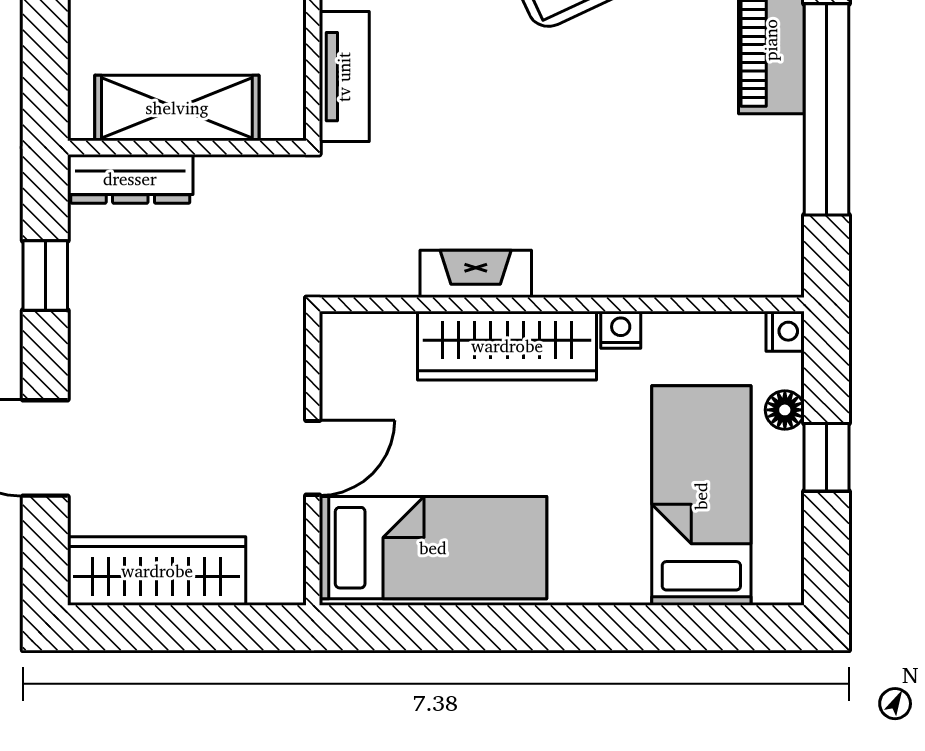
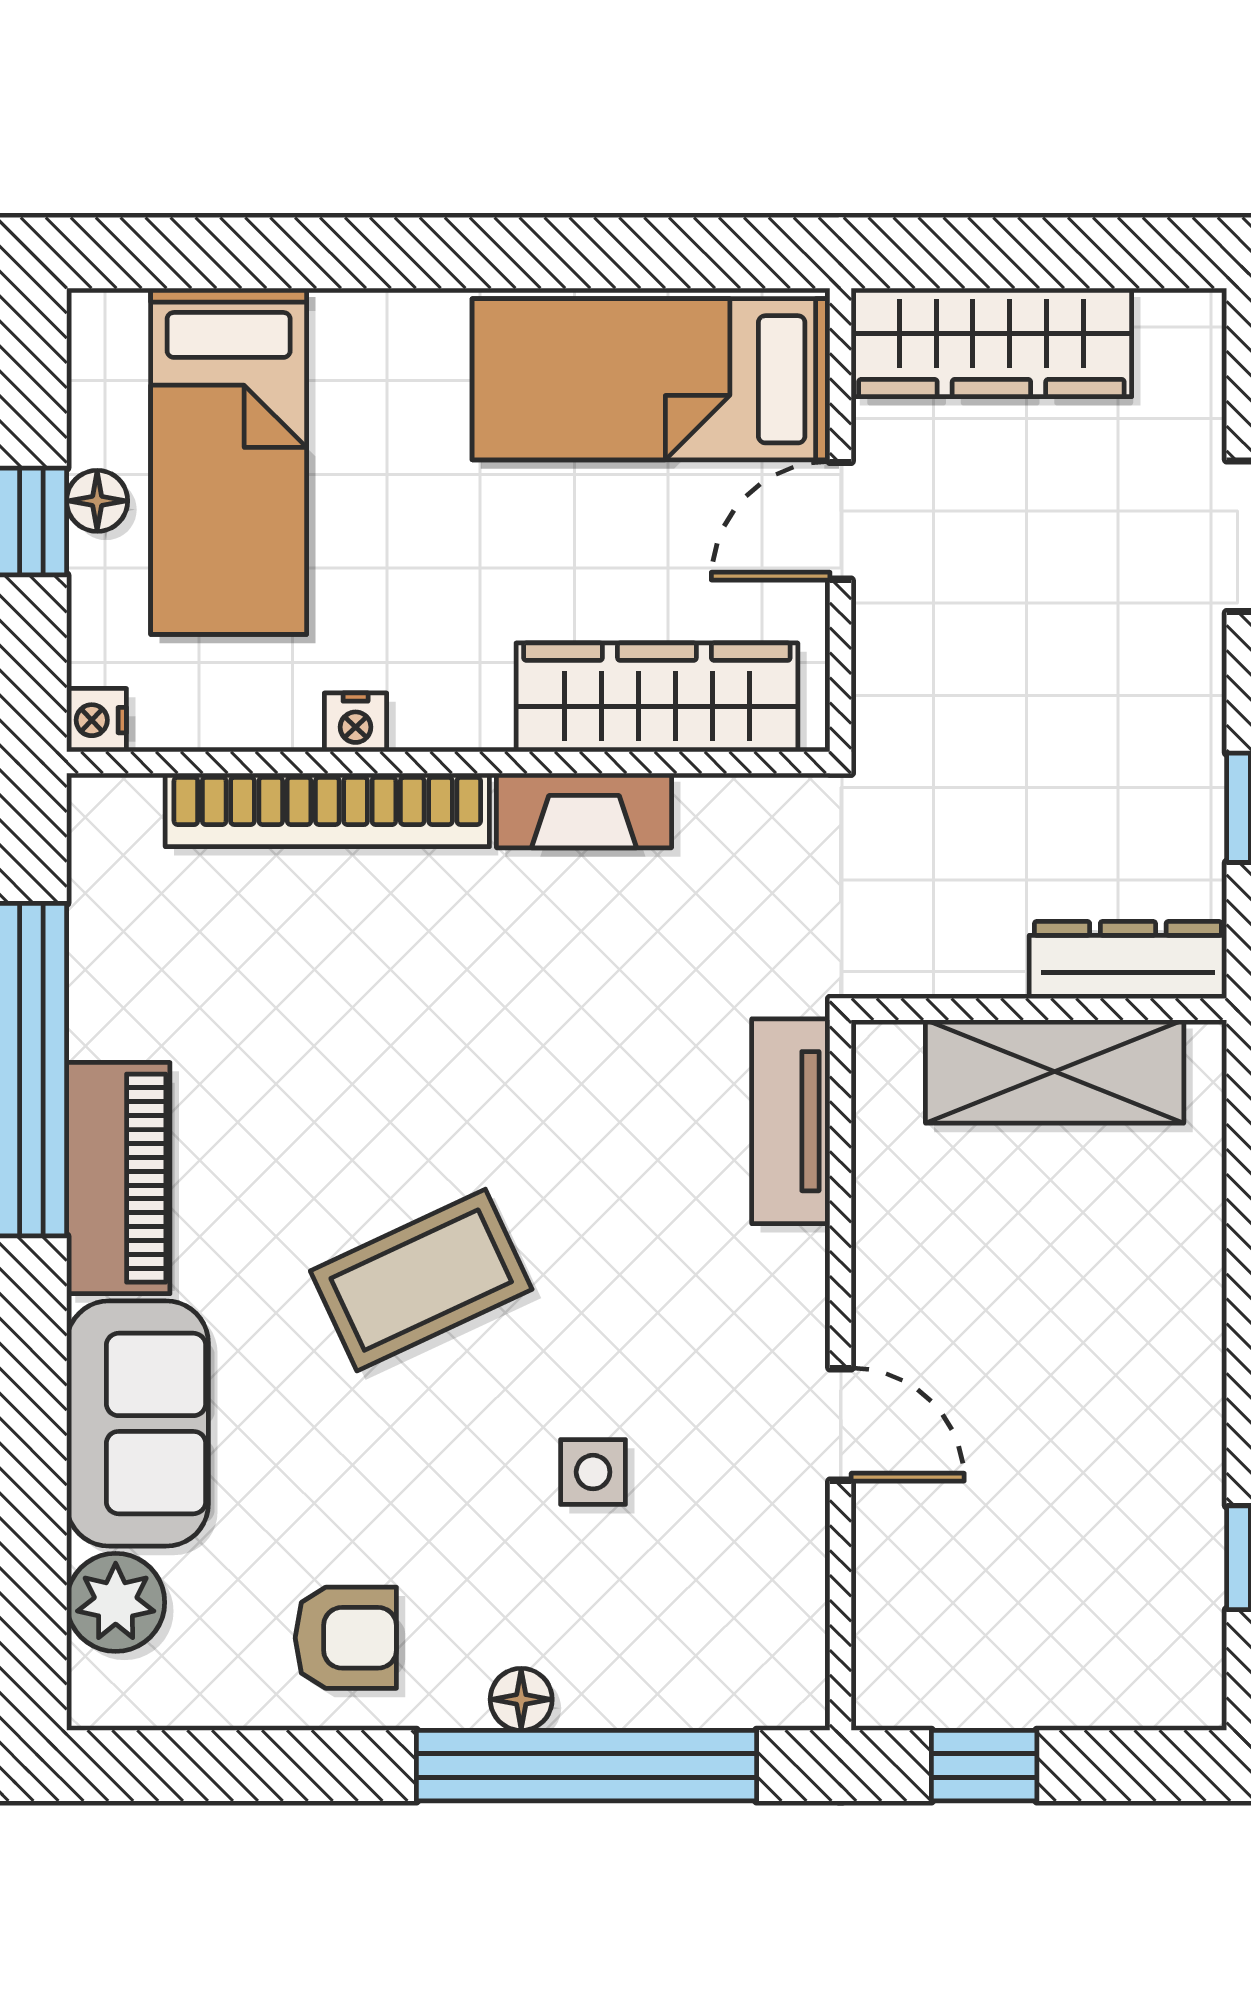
bookcase: (639, 274) -> (327, 810), added
wardrobe: (507, 346) -> (657, 697), moved
floor lamp: (785, 410) -> (97, 501), moved
wardrobe: (157, 571) -> (991, 342), moved

